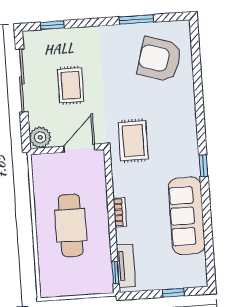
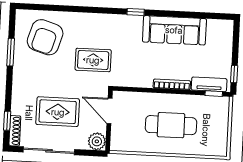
shoe rack: (41, 36) -> (15, 131), added
rug: (71, 85) -> (58, 112), width x1.36, depth x1.43
rug: (133, 141) -> (93, 60), moved
bookcase: (120, 212) -> (172, 84), width x1.56
window: (173, 293) -> (234, 74), moved

